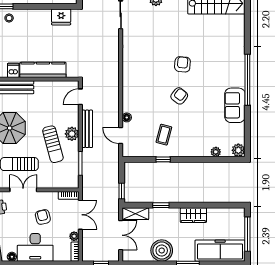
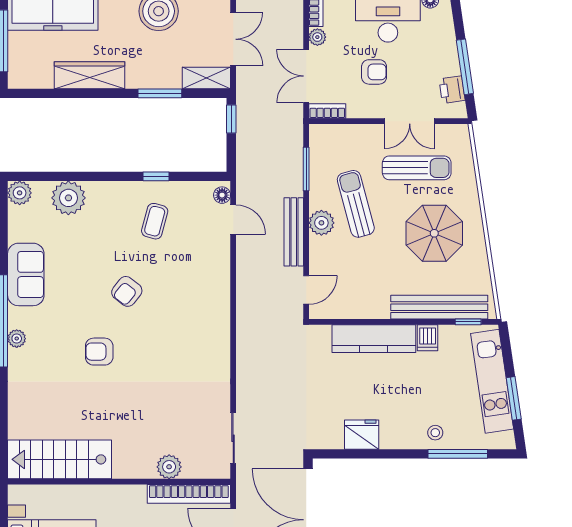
fridge: (61, 17) -> (362, 435), moved
armchair: (182, 64) -> (99, 352), moved, turned 85
plant: (240, 70) -> (17, 339), added
floor lamp: (127, 117) -> (222, 195), moved
plant: (216, 152) -> (68, 198), width x1.88, depth x1.88
window: (161, 205) -> (160, 93), width x1.50
wardrobe: (193, 215) -> (89, 75), width x1.50
armchair: (43, 217) -> (374, 72), turned -77
double door: (121, 235) -> (233, 39), swing flipped

